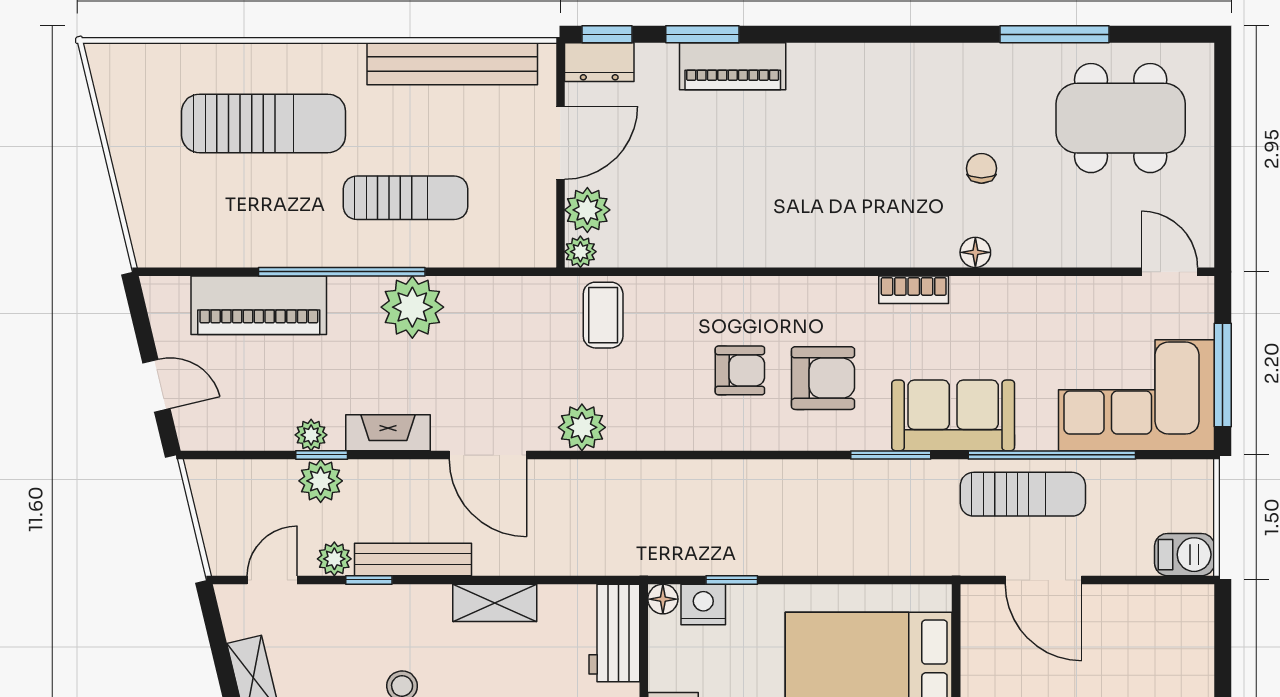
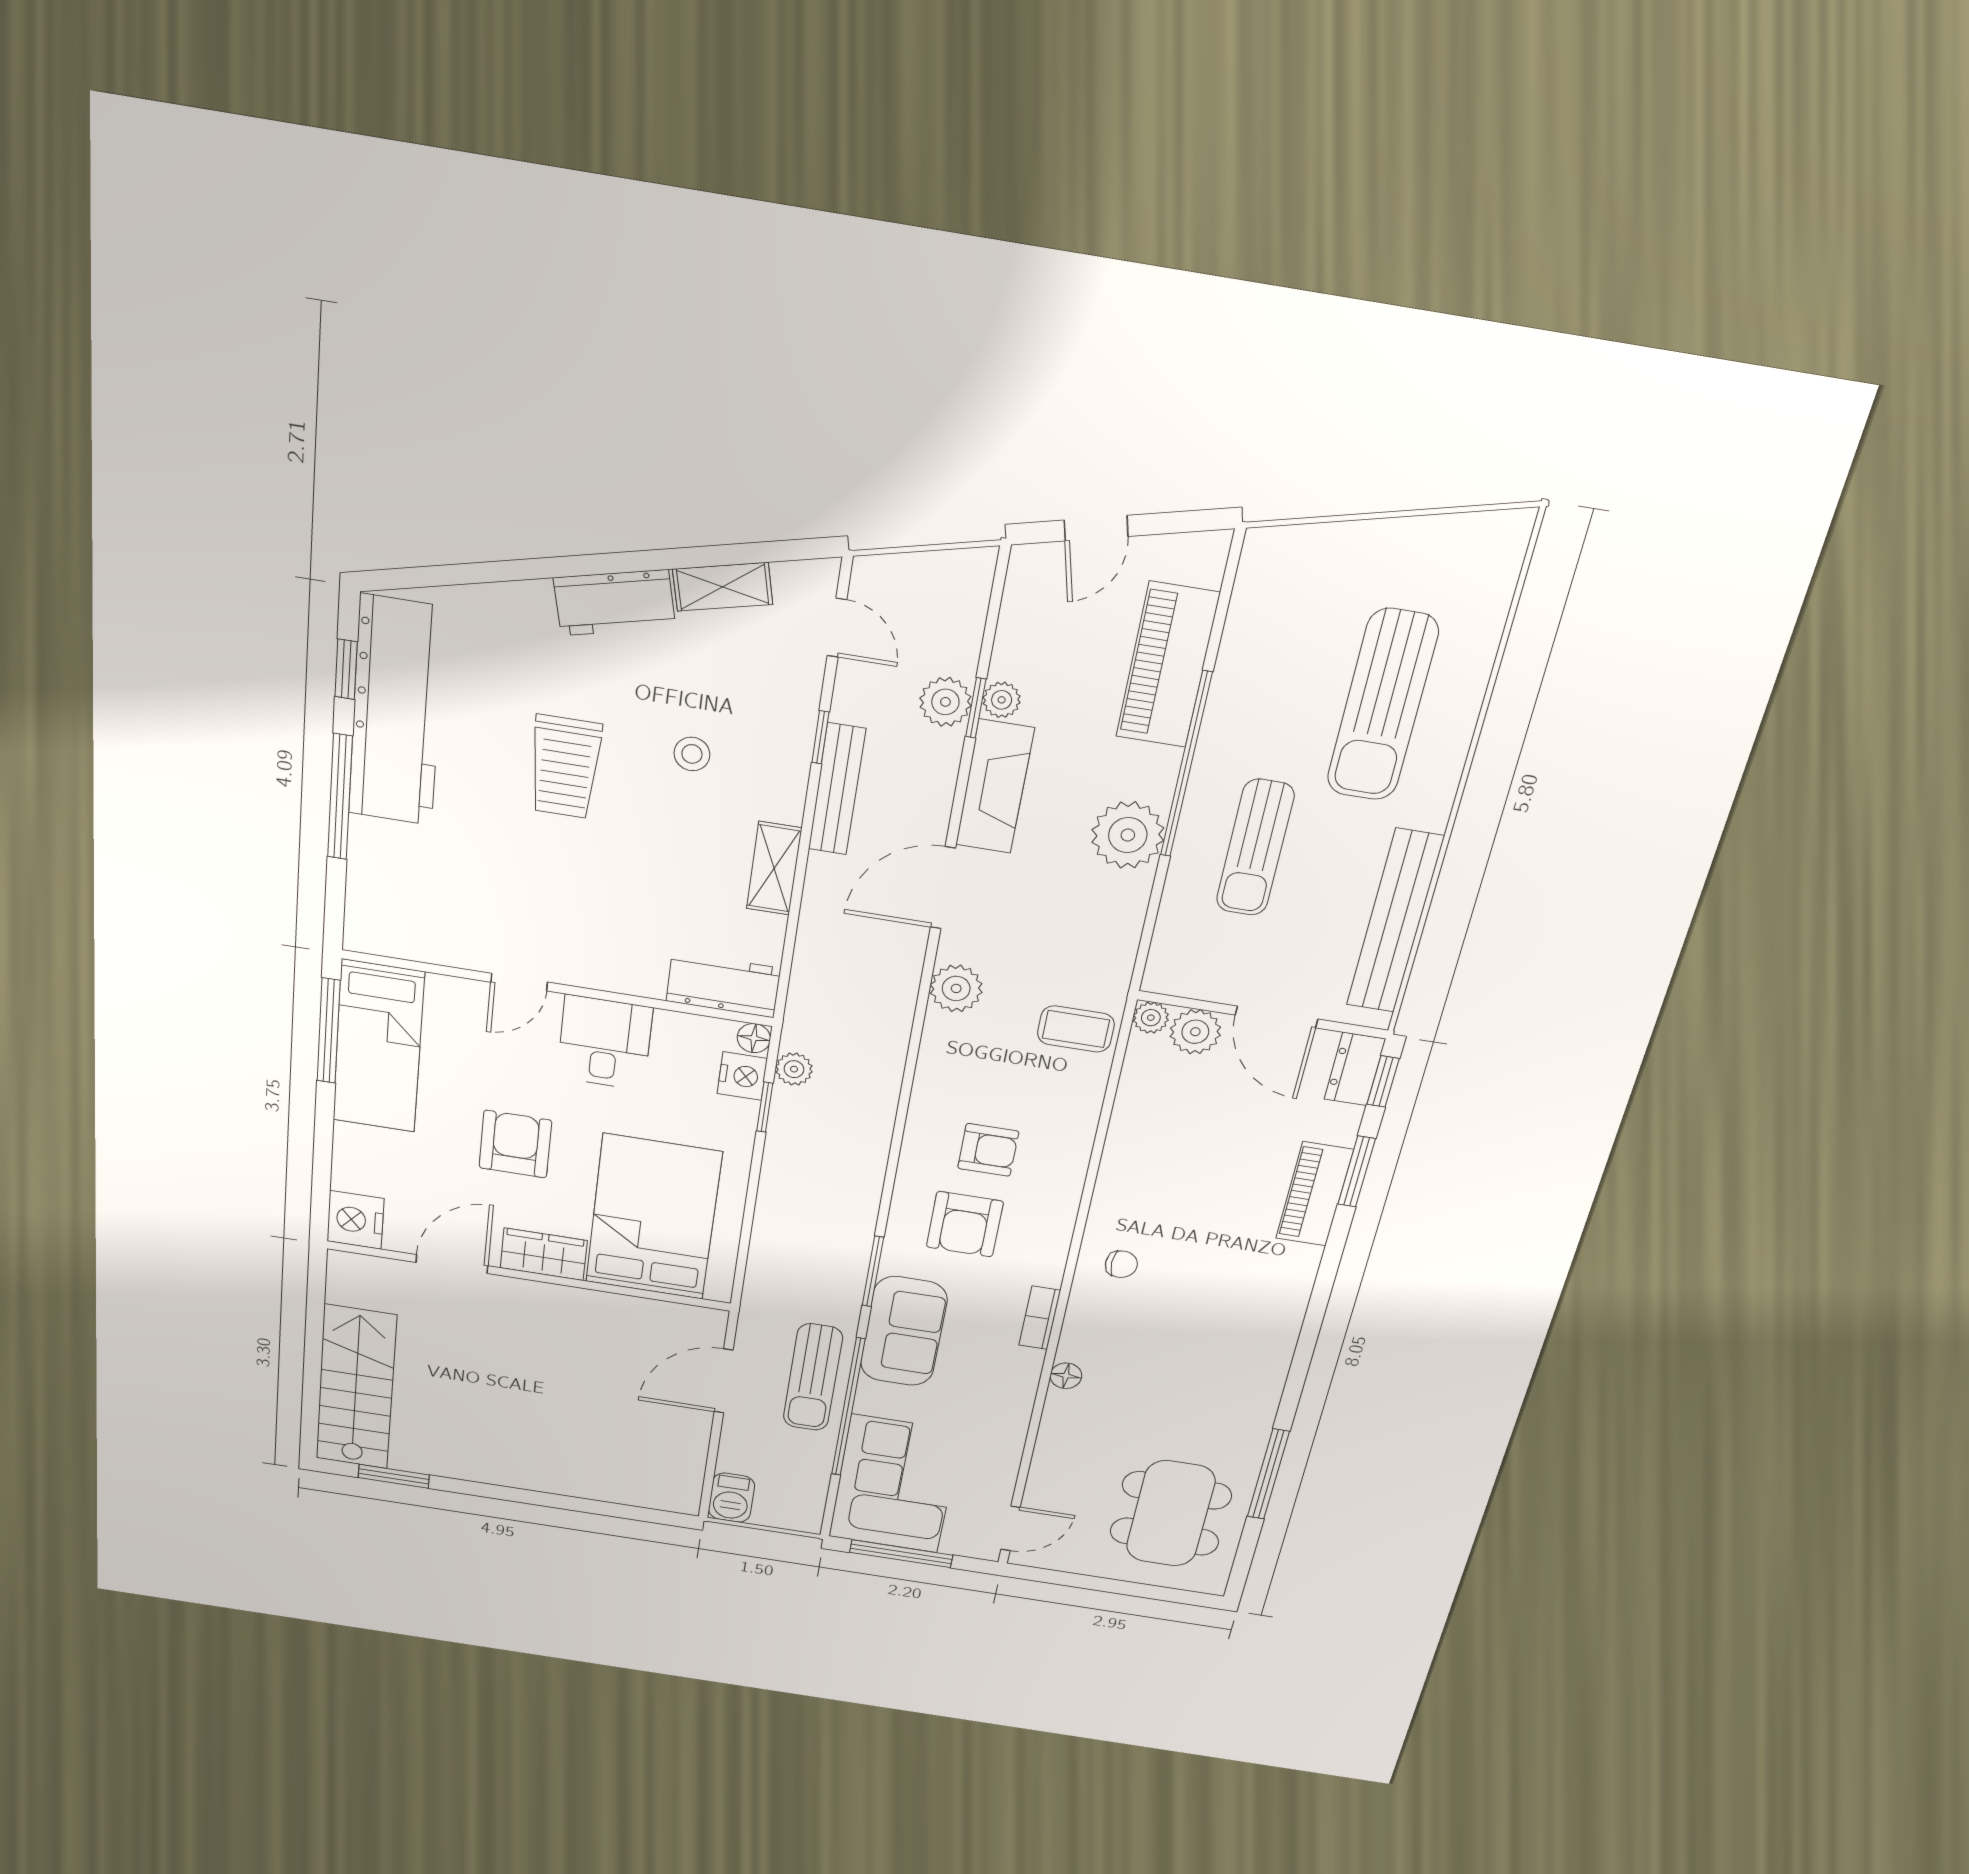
chair: (981, 168) -> (1121, 1264), moved
armchair: (740, 370) -> (988, 1150), turned -90
fireplace: (388, 433) -> (995, 787), width x1.37, depth x1.32
plant: (334, 559) -> (794, 1069), moved

